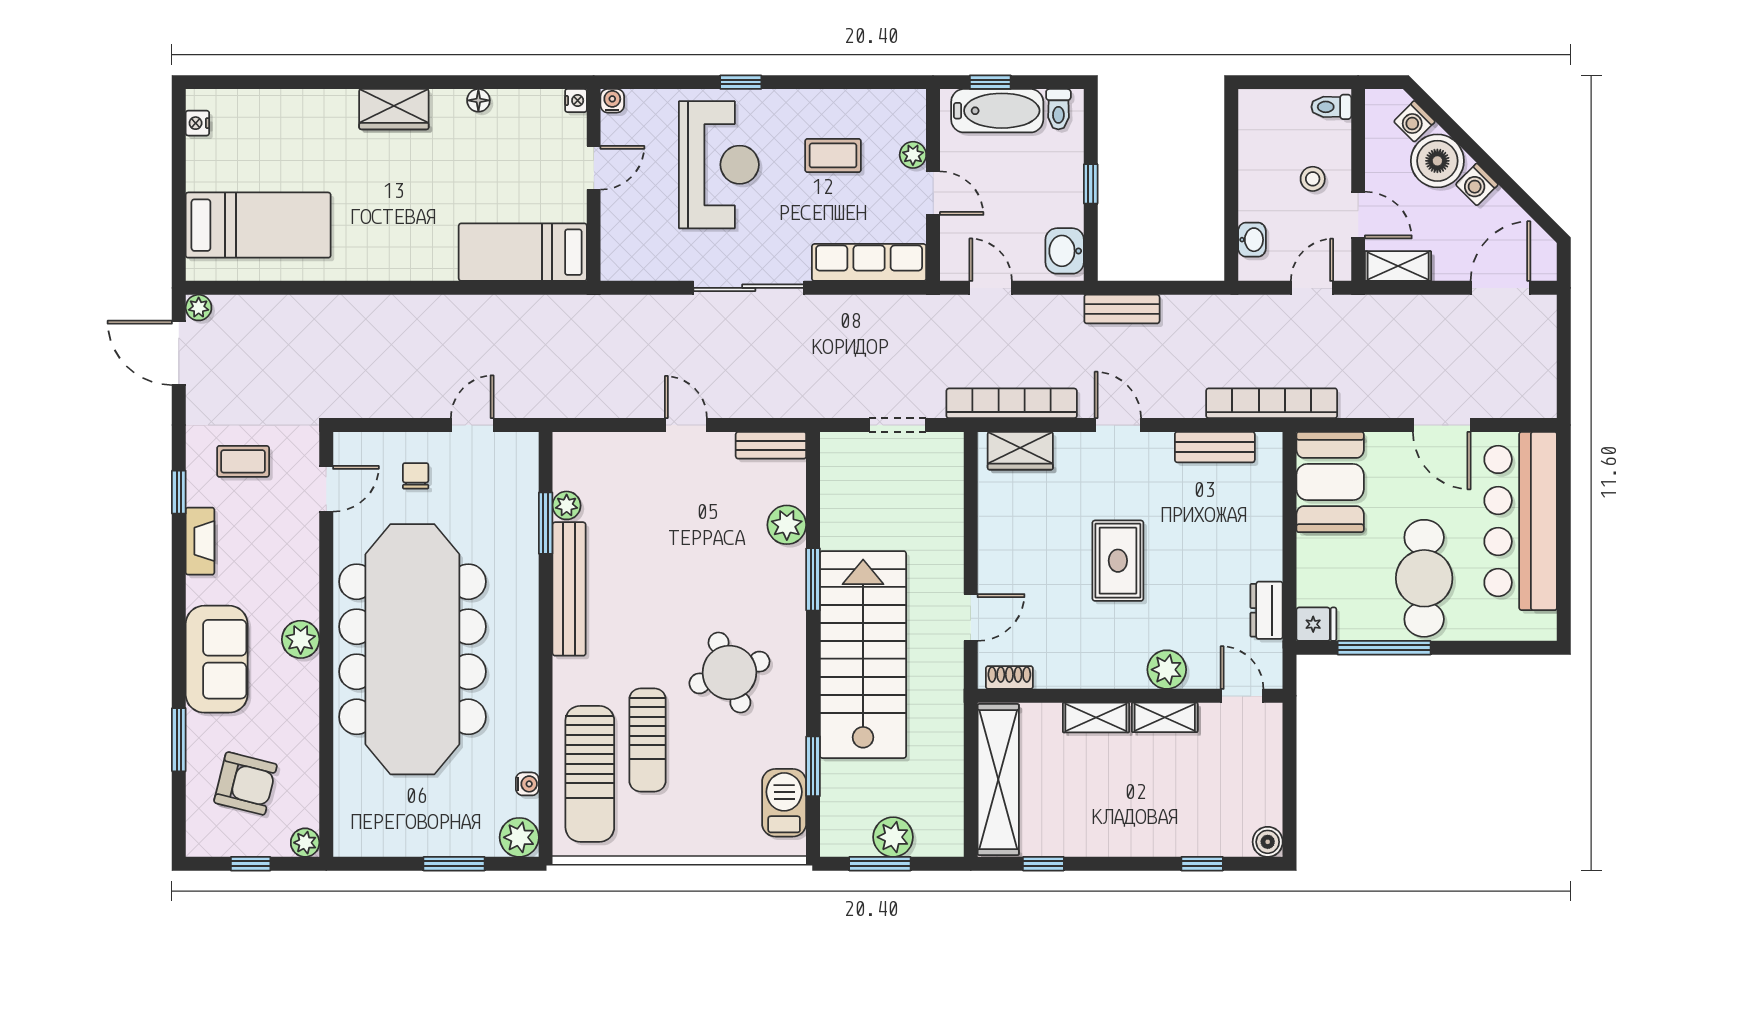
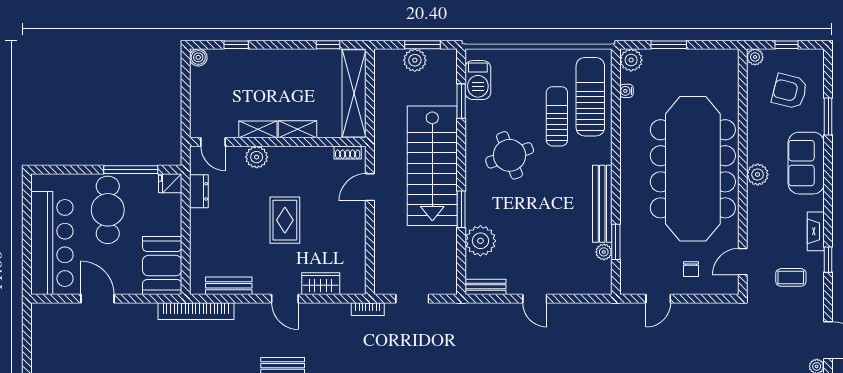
bookcase: (1012, 403) -> (368, 309), width x0.43, depth x0.76
wardrobe: (1020, 451) -> (321, 284), moved
plant: (787, 525) -> (480, 241), width x1.36, depth x1.36

